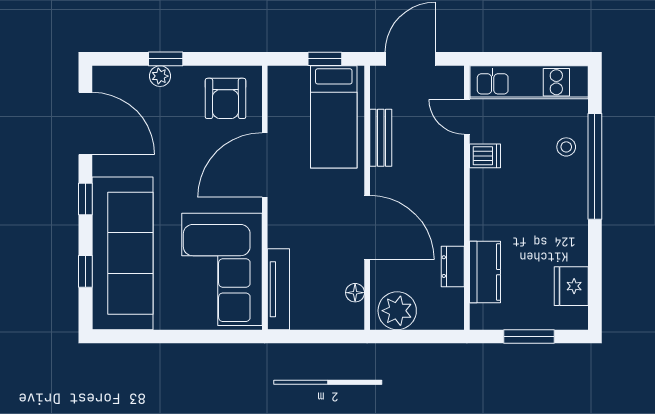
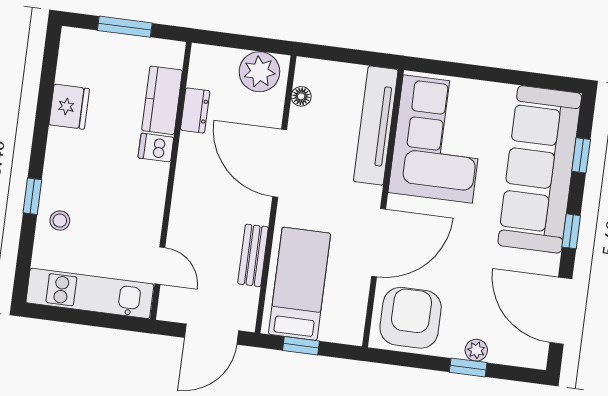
armchair: (226, 98) -> (411, 318), width x1.36, depth x1.36
dishwasher: (485, 156) -> (156, 148), moved
window: (595, 166) -> (32, 196), width x0.32
fridge: (571, 286) -> (69, 107), moved
tv unit: (278, 289) -> (376, 125), width x1.36, depth x1.29

